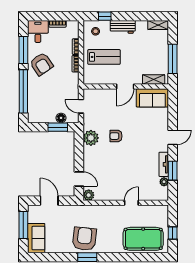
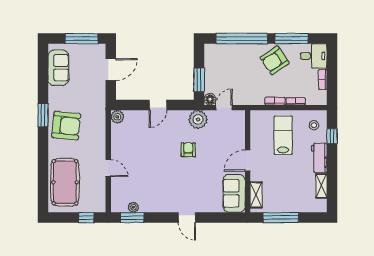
shelving: (158, 25) -> (321, 186), moved
lab bench: (104, 57) -> (283, 135), turned 180
door: (125, 87) -> (248, 161), hinge flipped
floor lamp: (61, 118) -> (210, 99), moved
plant: (91, 138) -> (198, 119), moved
tv unit: (164, 164) -> (154, 207), removed
window: (173, 171) -> (132, 218), moved
door: (79, 179) -> (158, 105), moved
window: (173, 233) -> (86, 218), moved
sofa: (36, 238) -> (58, 68), moved, turned -90
armchair: (84, 239) -> (66, 126), moved

